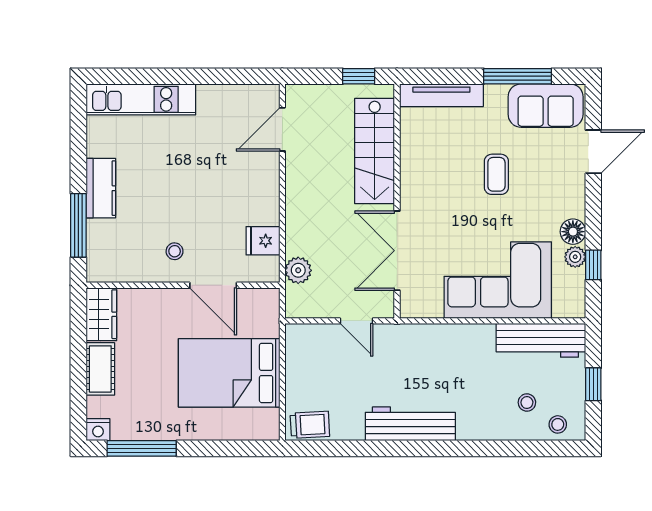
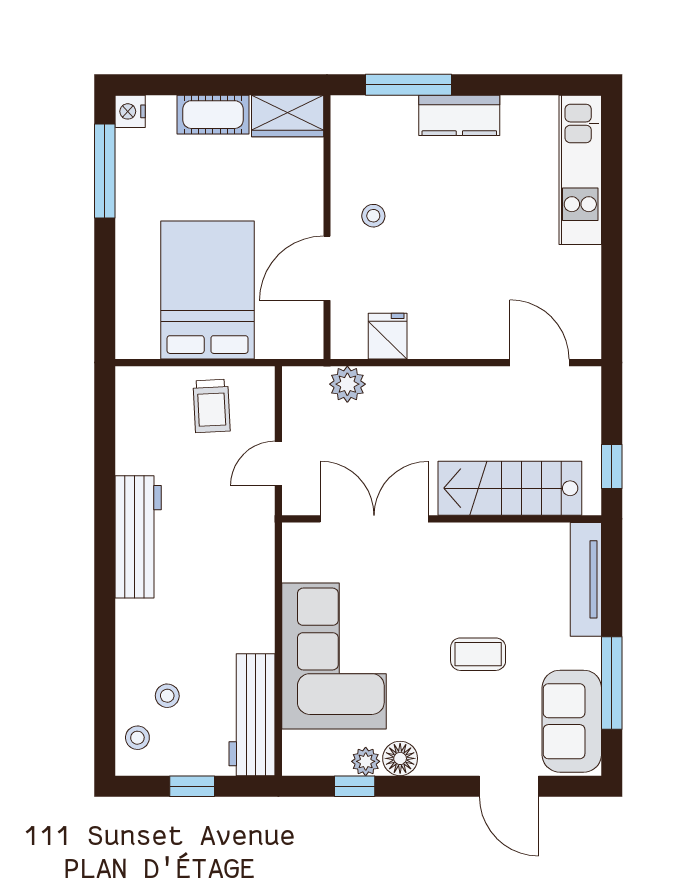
trolley: (310, 425) -> (212, 406), moved

